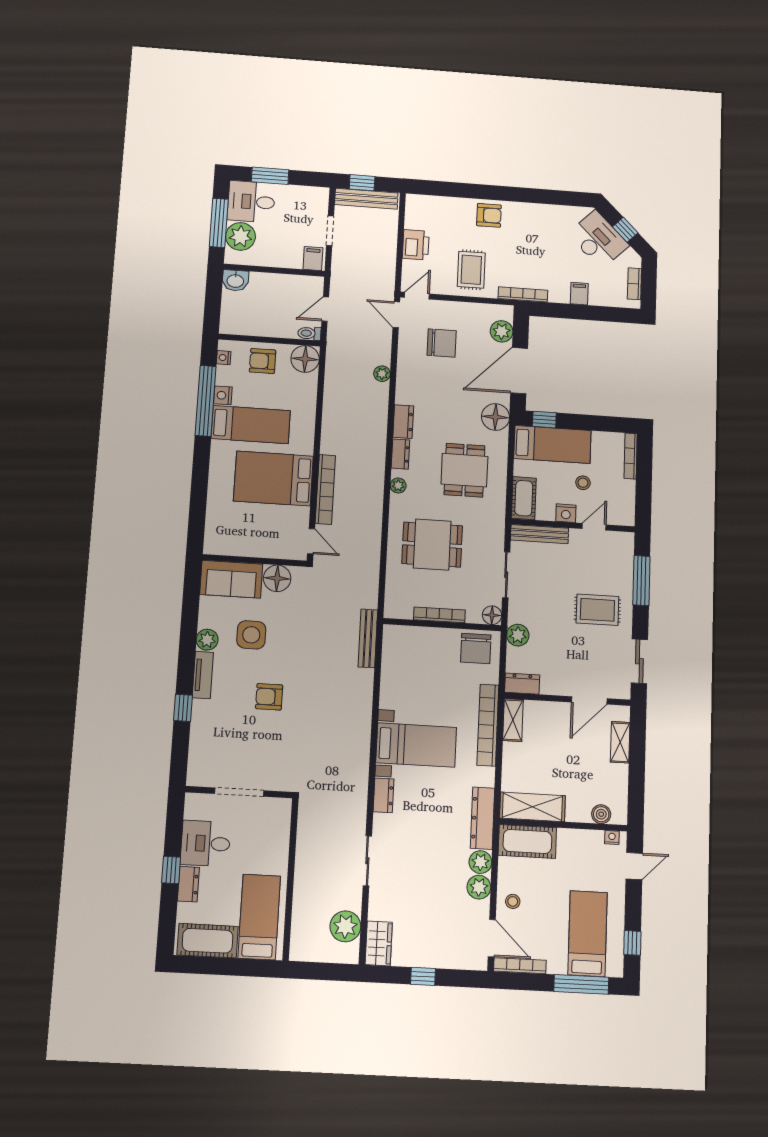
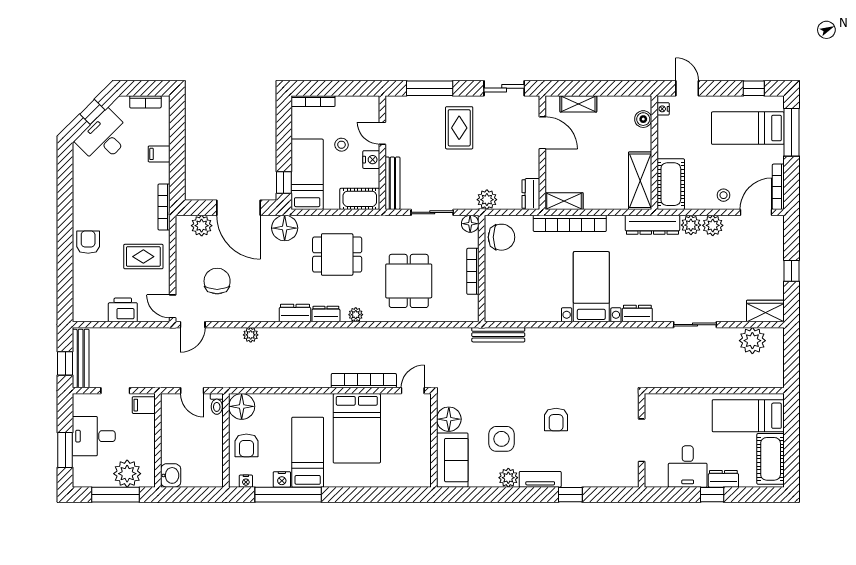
desk: (251, 202) -> (94, 436), moved, turned 90

